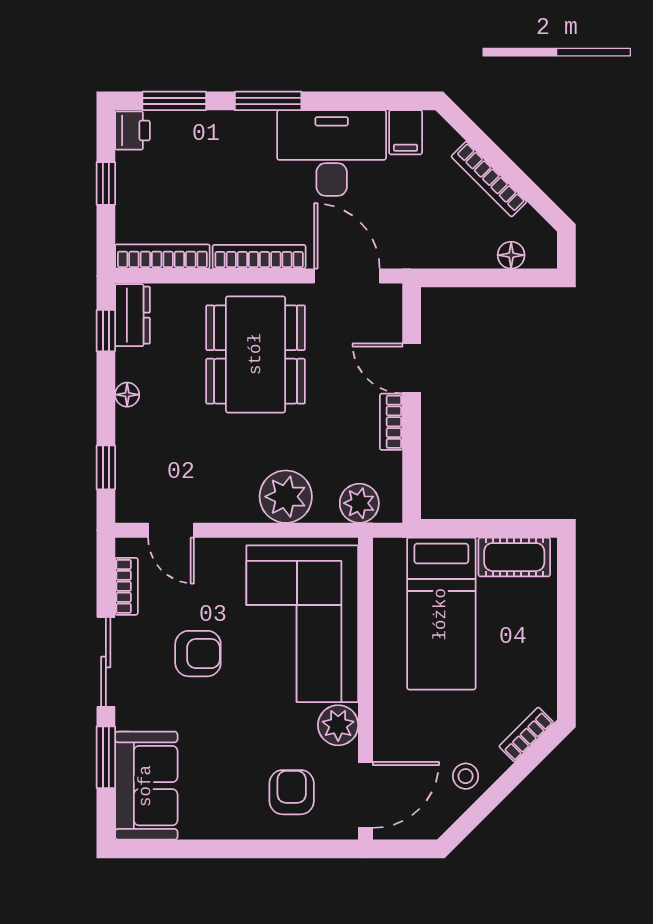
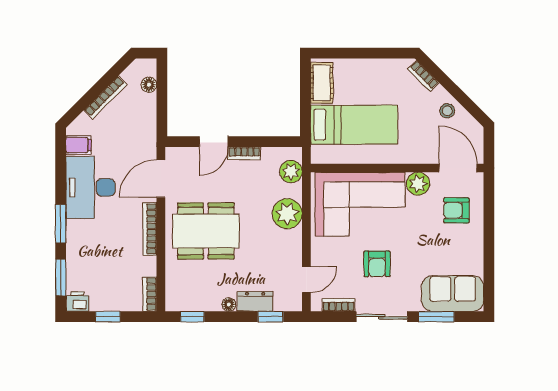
bookcase: (162, 256) -> (150, 294), width x0.64
dresser: (132, 315) -> (255, 301), moved
armchair: (198, 654) -> (377, 264), turned 180

